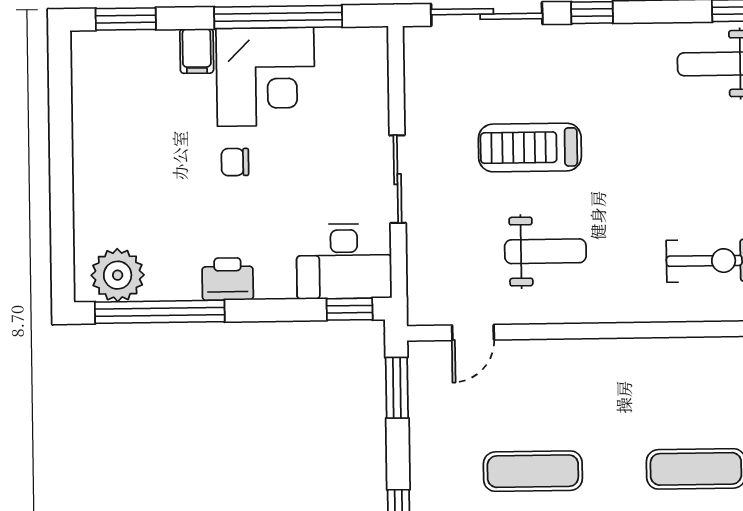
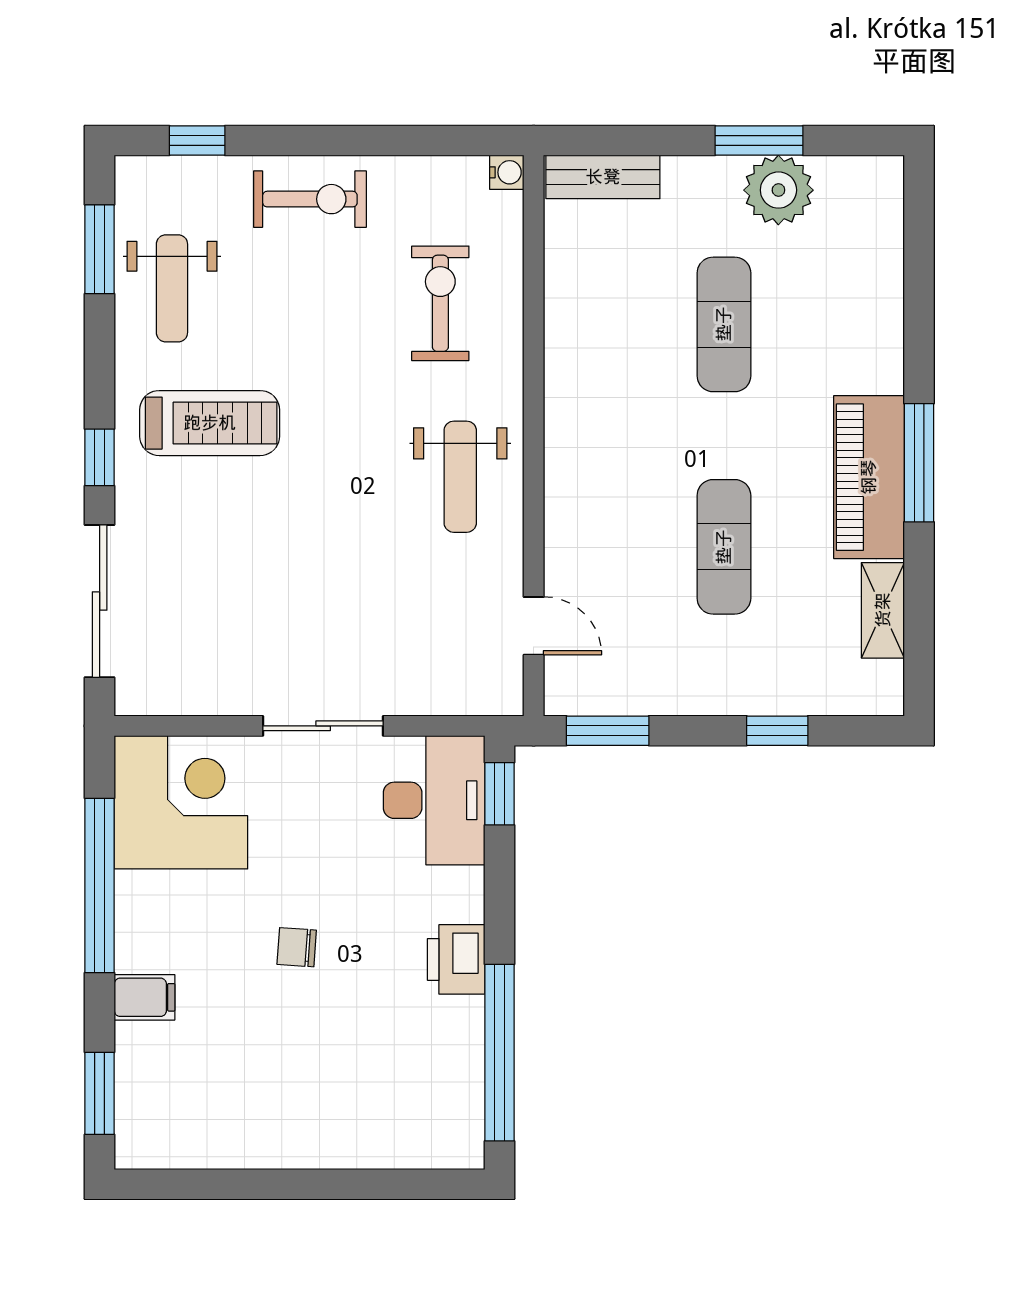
corner desk: (266, 77) -> (181, 802), moved
treadmill: (530, 147) -> (210, 423), moved, turned -90
chair: (235, 162) -> (297, 947), turned 94
weight bench: (545, 251) -> (460, 477), moved, turned 180
plant: (118, 275) -> (449, 1109), removed

